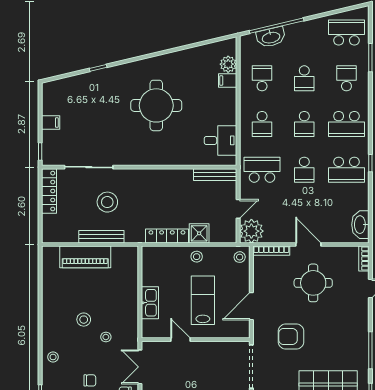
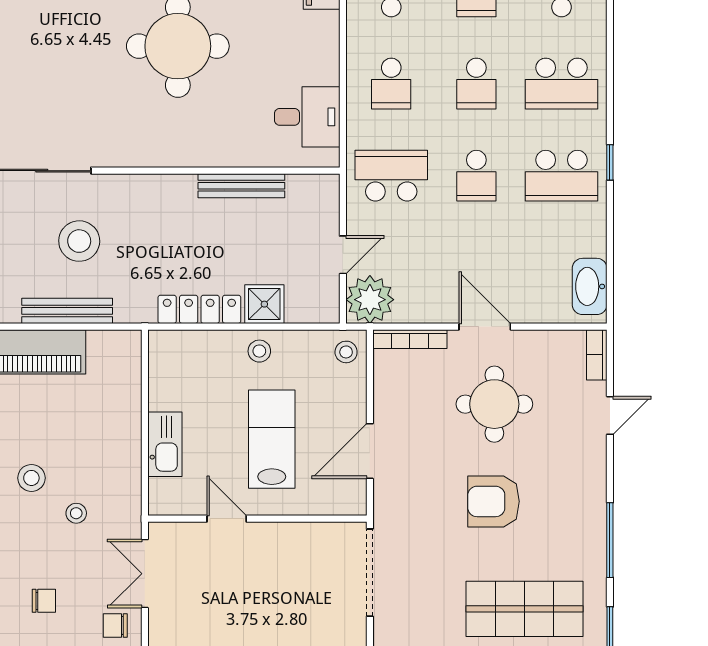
bench: (215, 175) -> (241, 186), moved
armchair: (291, 337) -> (493, 501), moved

